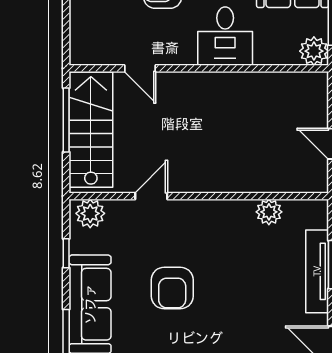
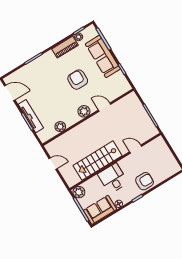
stairs: (91, 130) -> (97, 161), moved, turned 90
door: (151, 196) -> (105, 107), swing flipped
plant: (90, 213) -> (84, 111), moved

